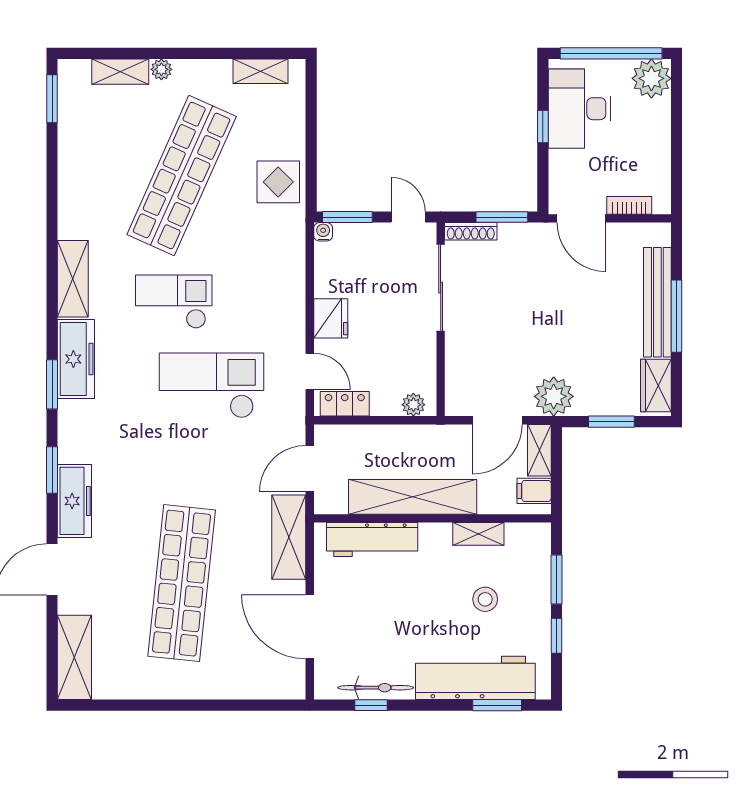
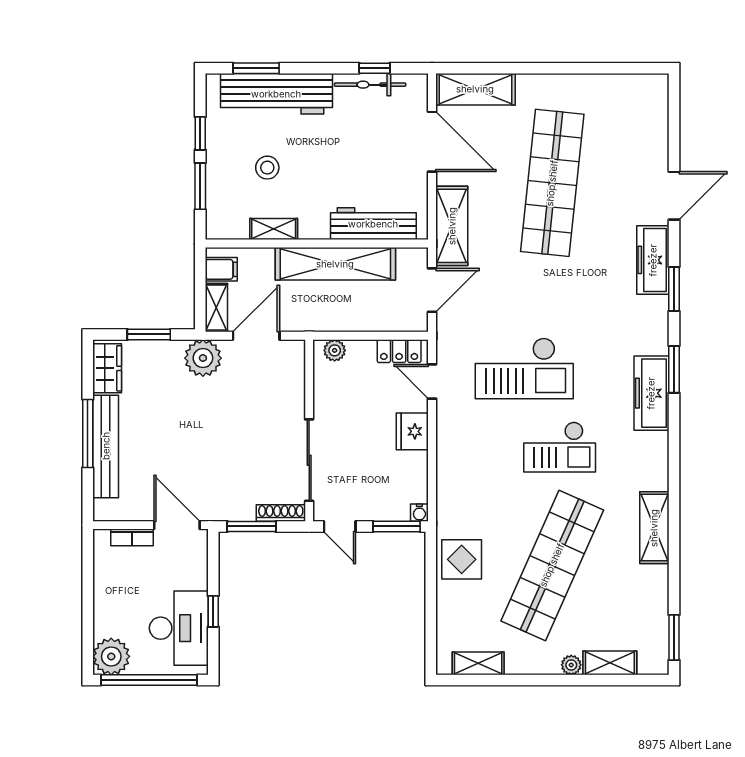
shelving: (73, 279) -> (654, 528), moved
shelving: (74, 657) -> (475, 89), moved, turned 90

